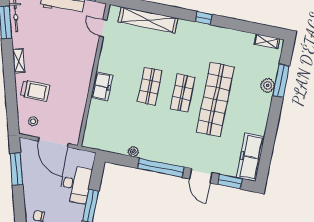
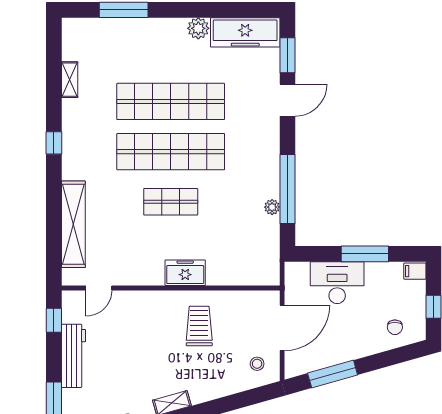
shelving: (267, 41) -> (70, 80), moved
plant: (268, 85) -> (198, 28), moved
trolley: (35, 91) -> (199, 326), moved
shop shelf: (183, 93) -> (171, 152), width x2.00, depth x1.36
window: (161, 168) -> (287, 189), moved

